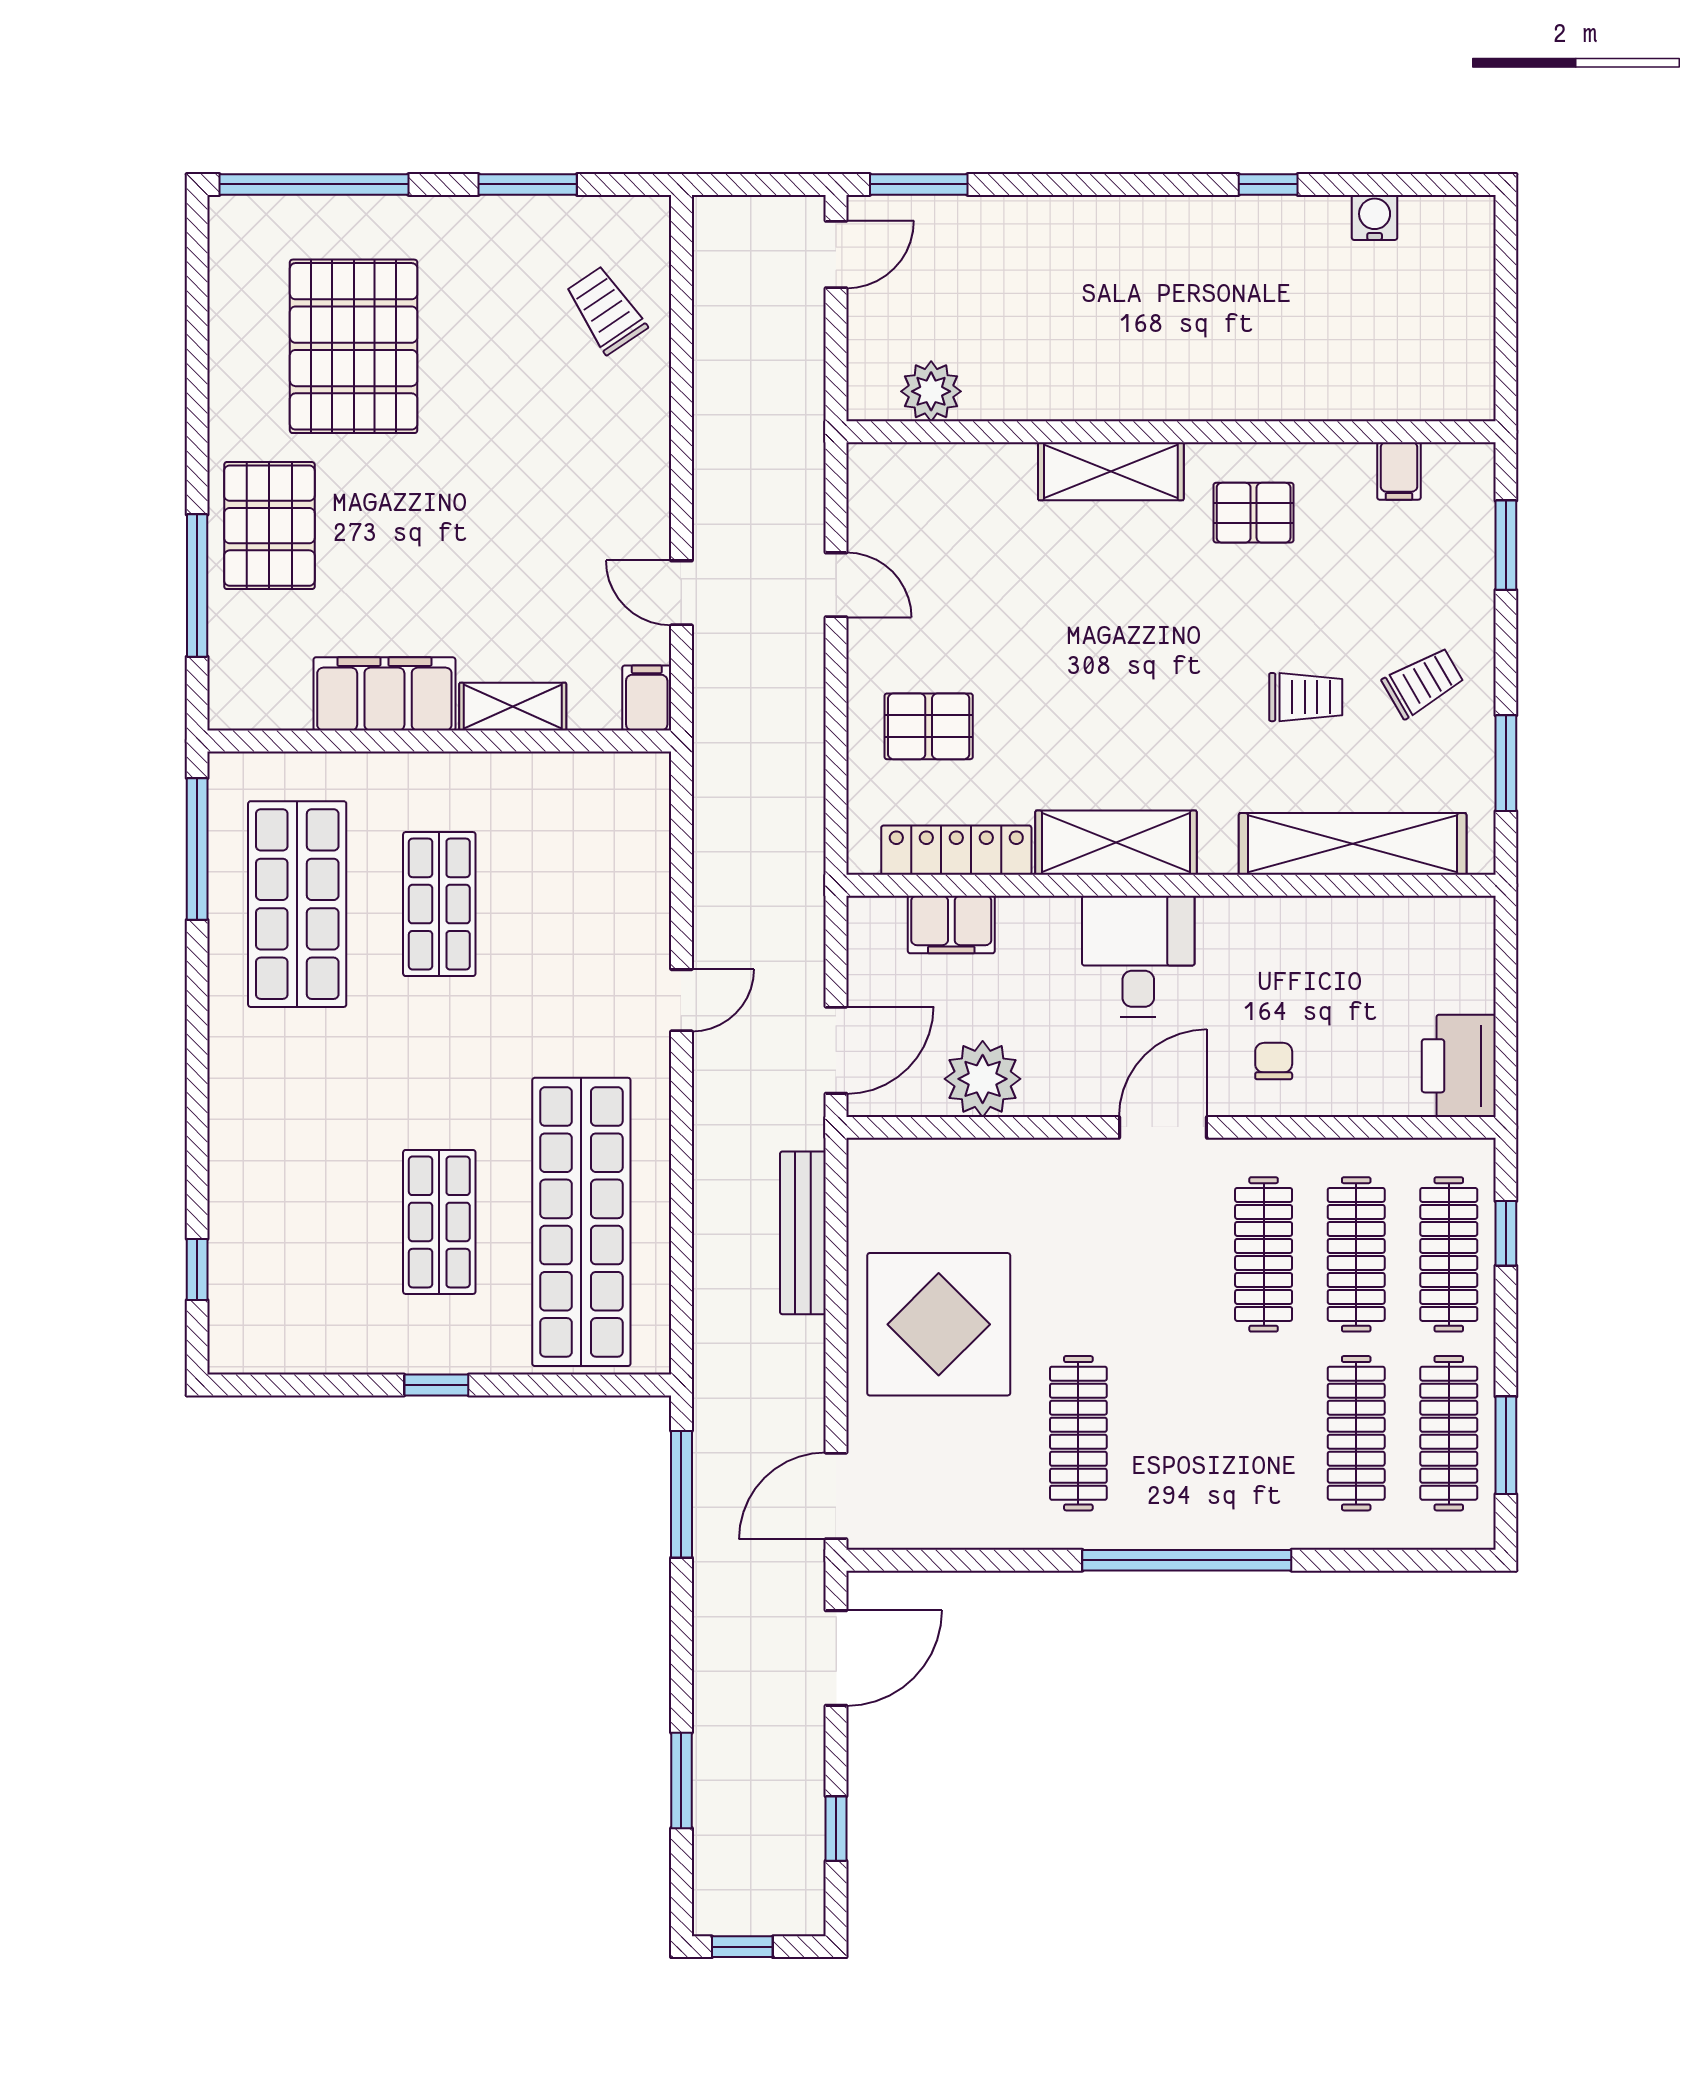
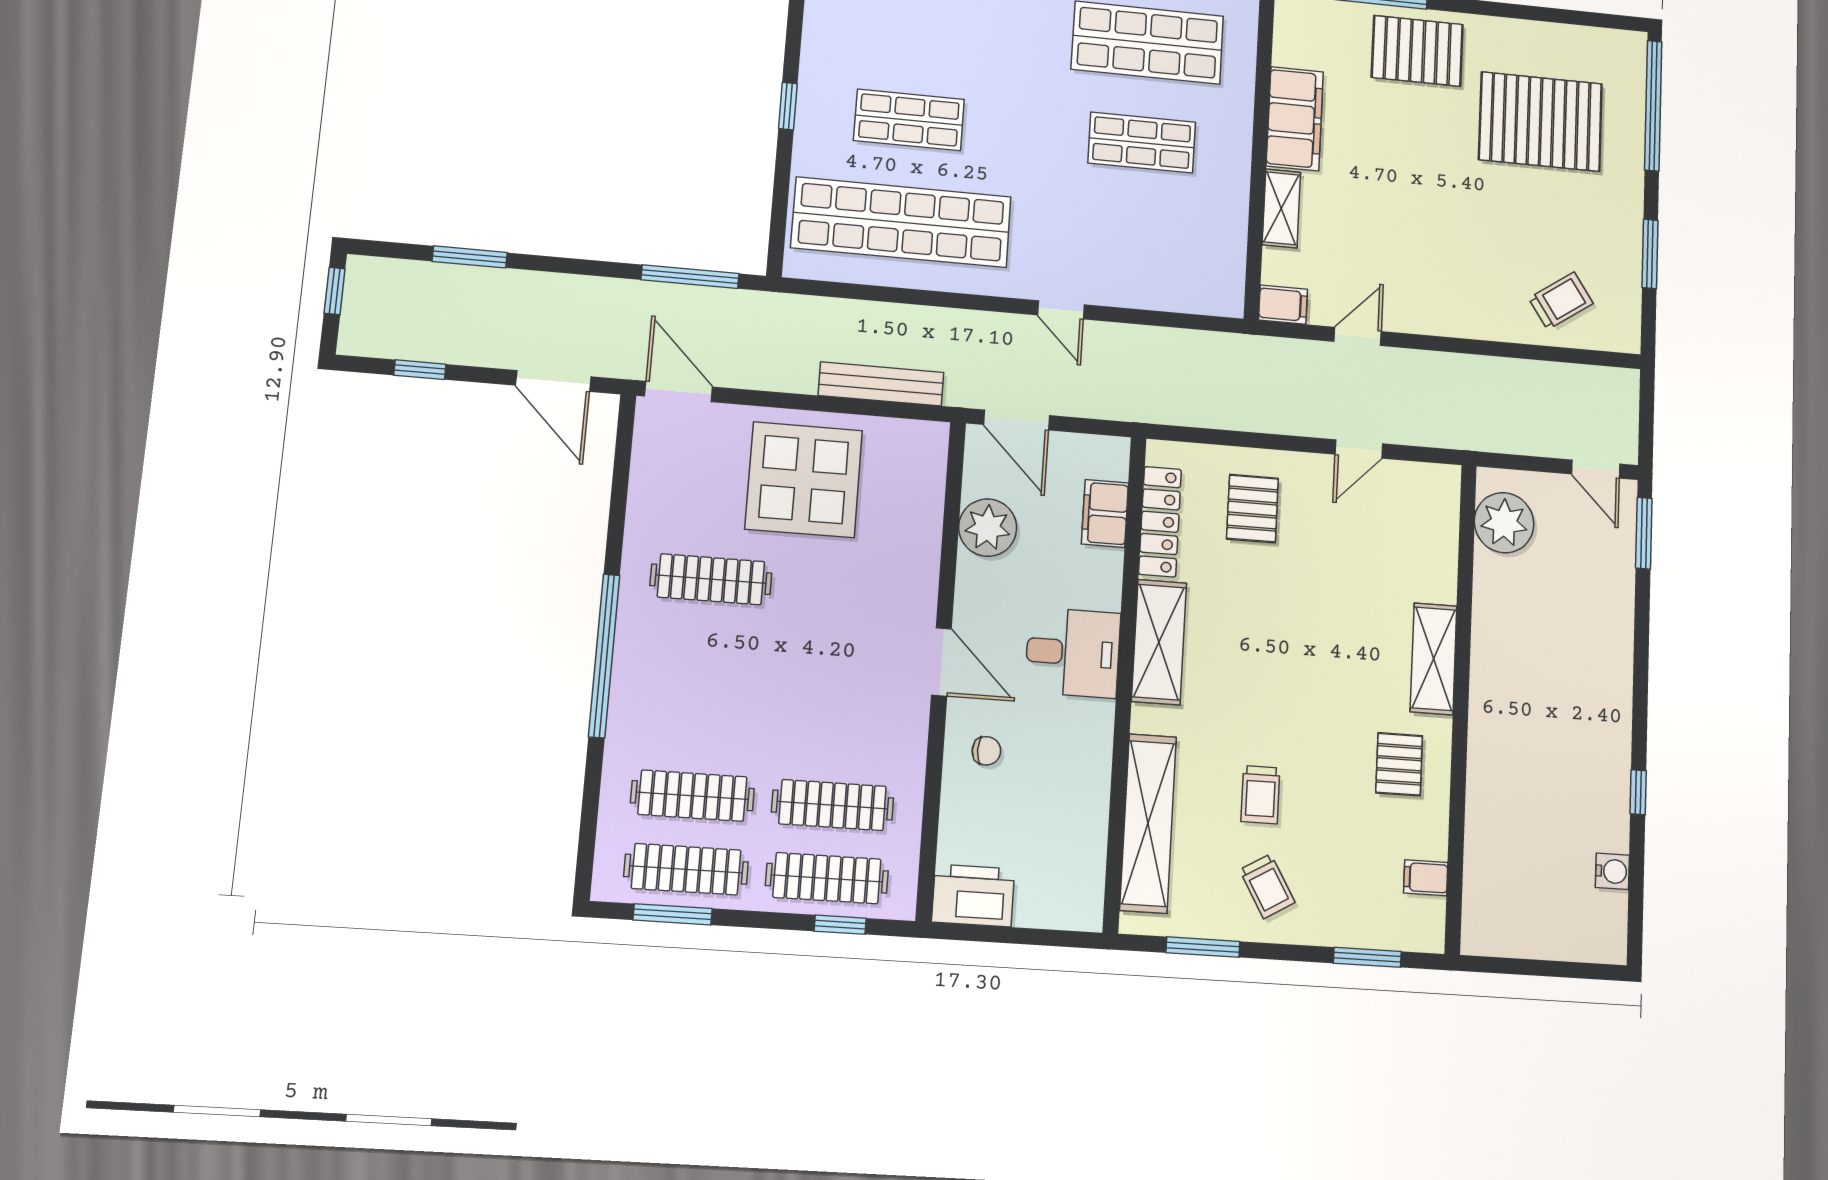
plant: (931, 391) -> (1504, 523), width x1.36, depth x1.36
clothes rail: (1264, 1254) -> (838, 733), removed

